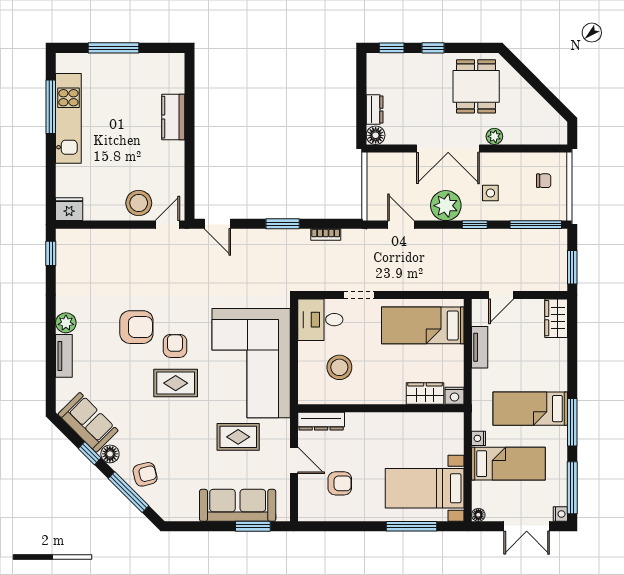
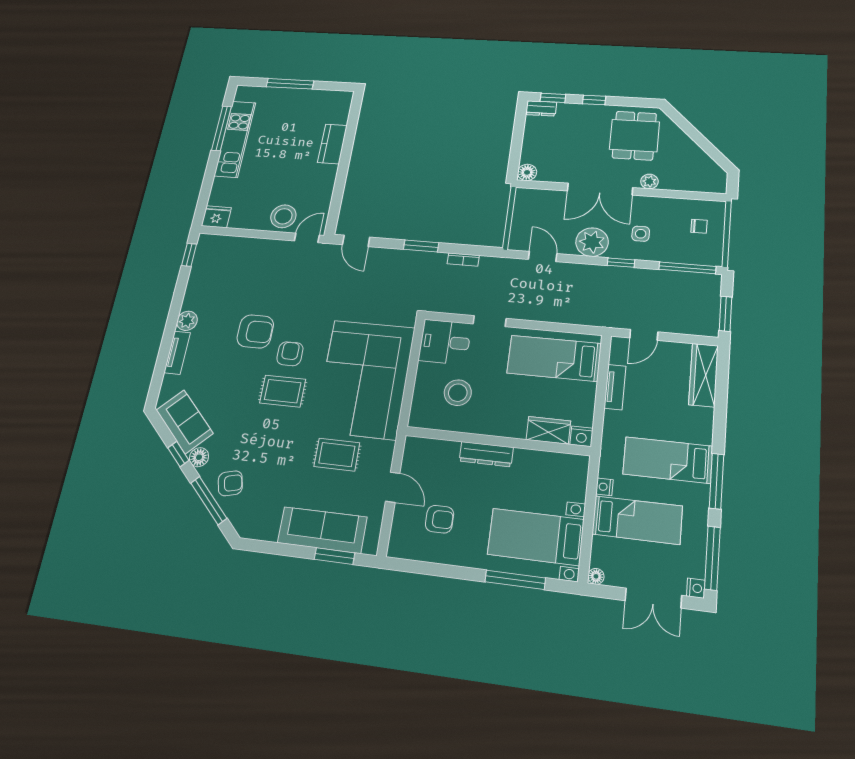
dresser: (375, 110) -> (541, 108), moved, turned 90
wardrobe: (556, 318) -> (704, 375), width x1.50
dresser: (321, 421) -> (486, 454), moved

